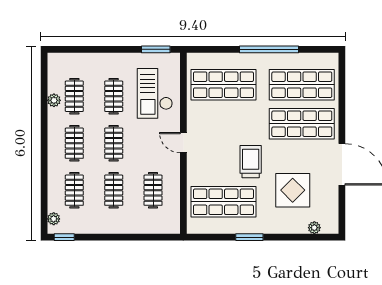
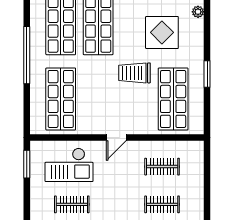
clothes rail: (114, 143) -> (117, 204), removed

